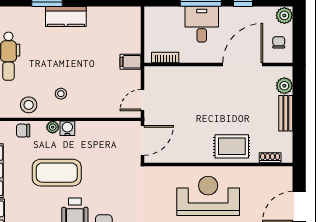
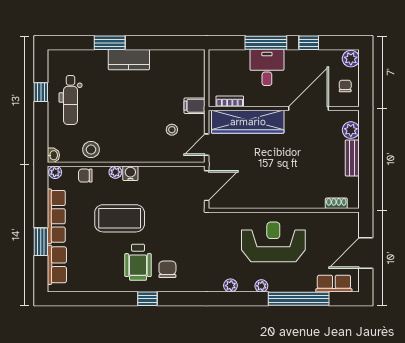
wardrobe: (183, 78) -> (248, 122), added
stool: (61, 94) -> (172, 130), moved
rug: (232, 146) -> (297, 192), removed

